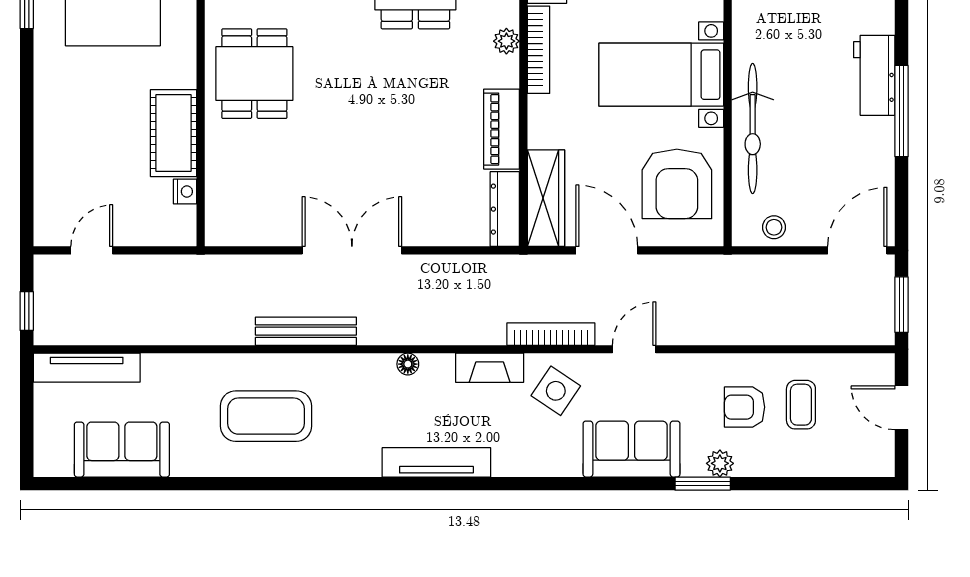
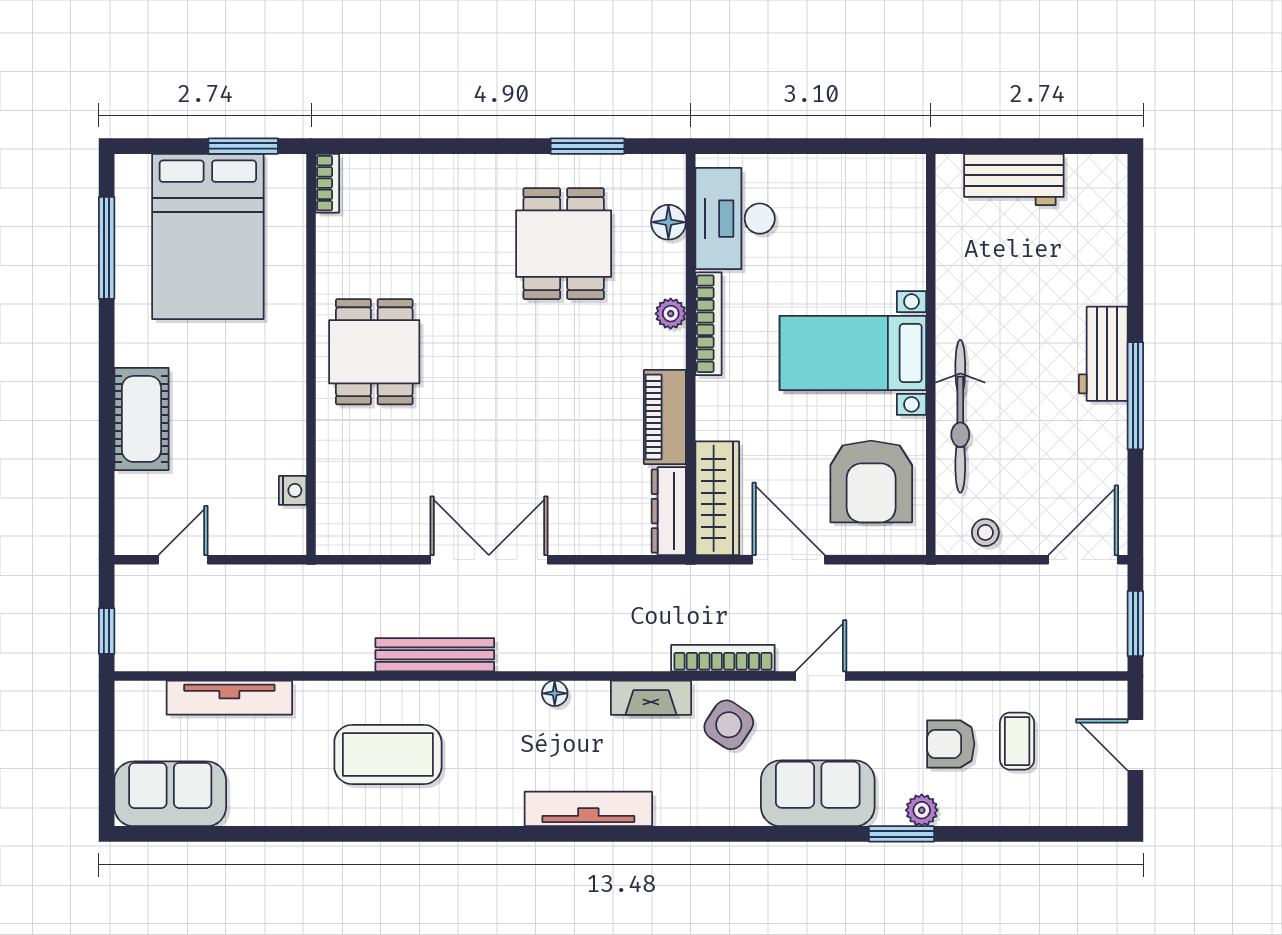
cot: (174, 133) -> (141, 419), moved
tv unit: (87, 368) -> (229, 698), moved
sofa: (122, 450) -> (170, 794), moved

